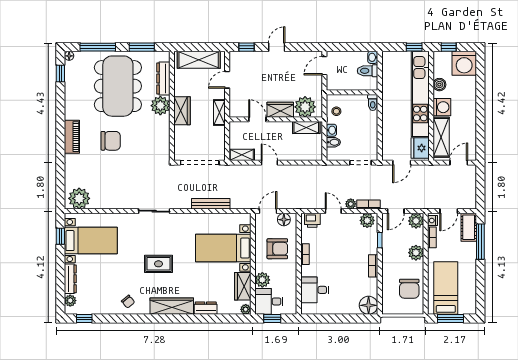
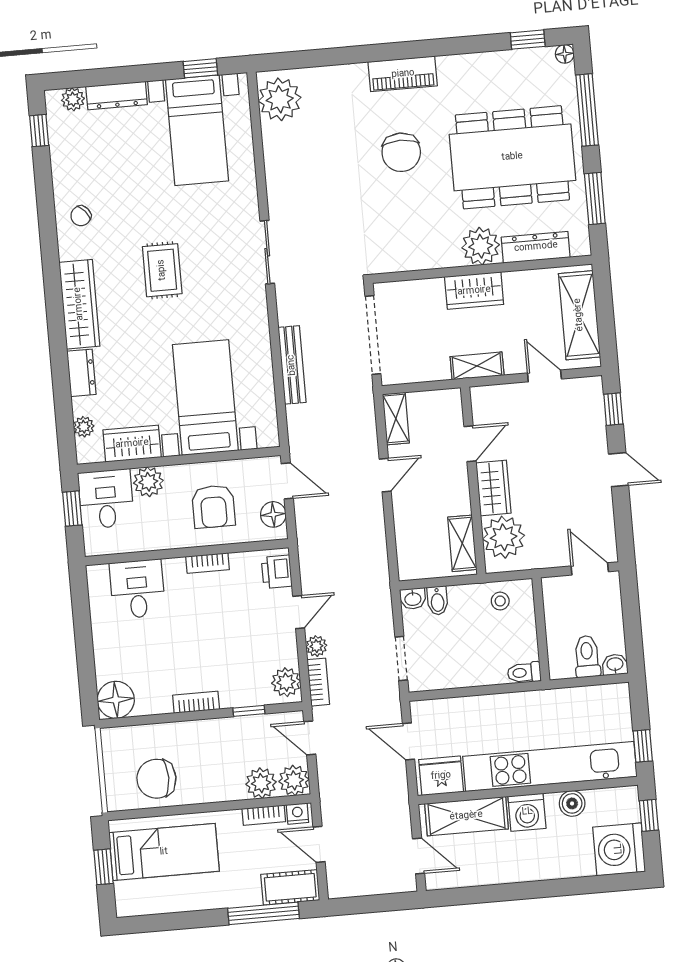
washbasin: (331, 130) -> (413, 599), moved
plant: (416, 253) -> (261, 783), moved
plant: (246, 309) -> (84, 427), moved
window: (450, 319) -> (104, 867), width x0.67

